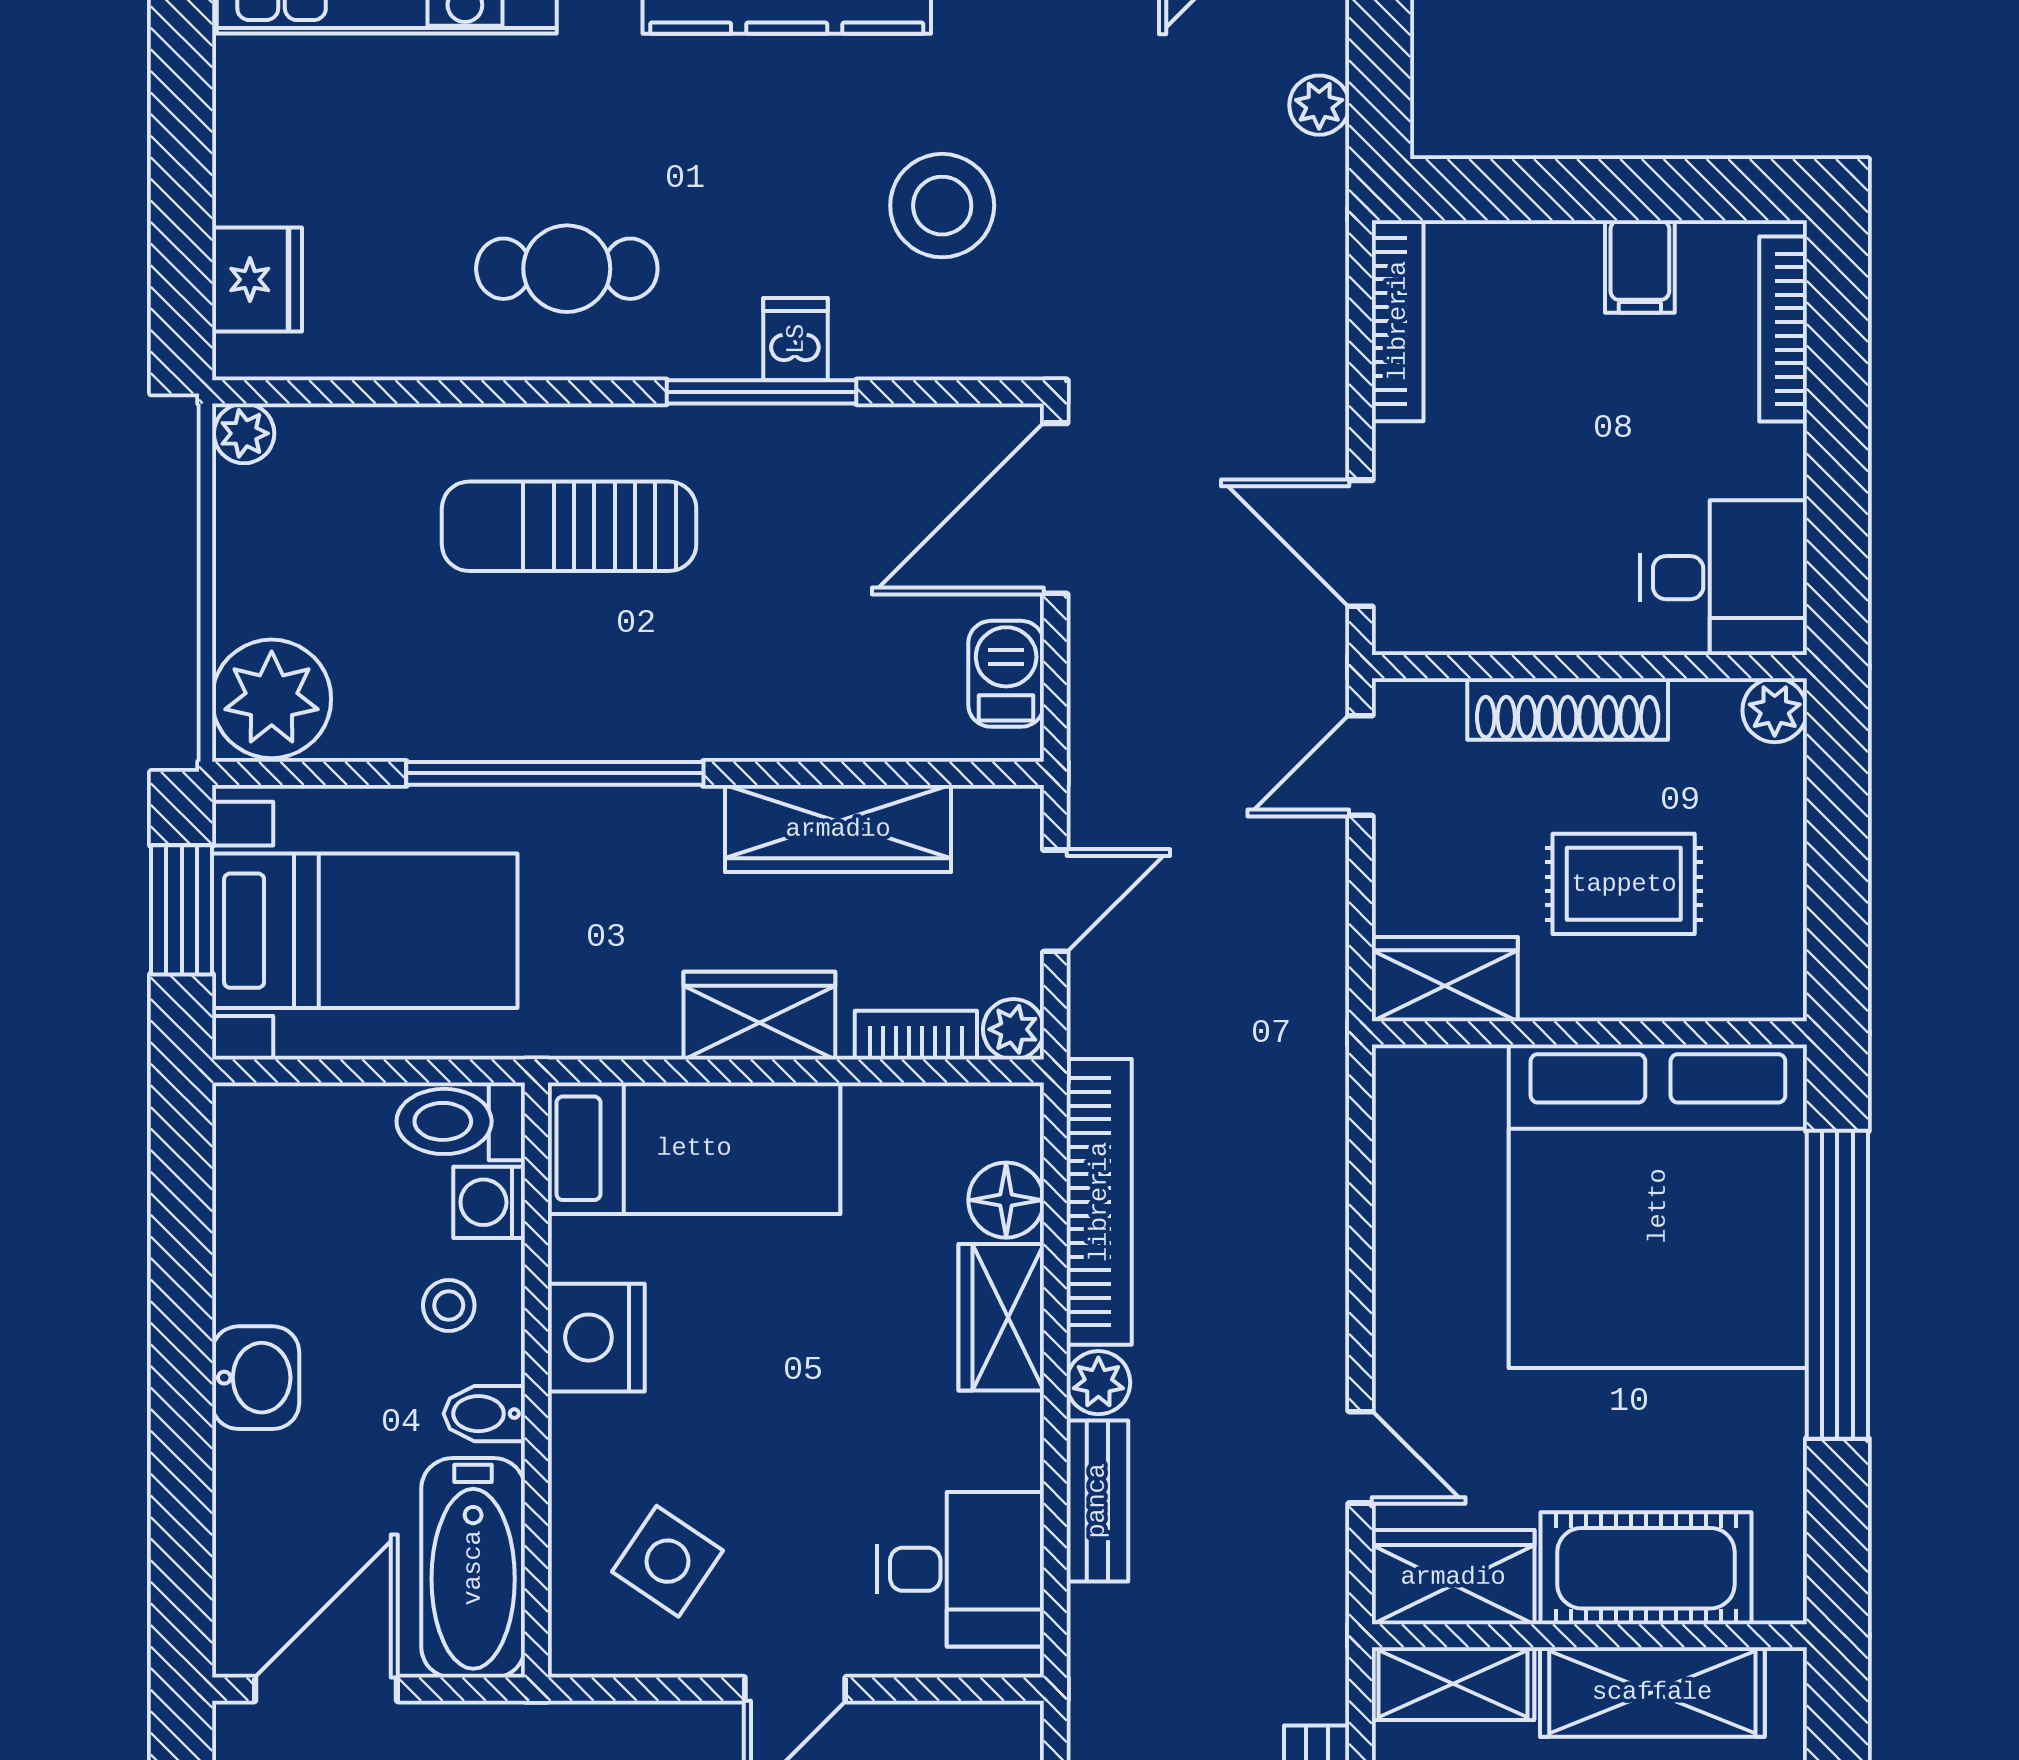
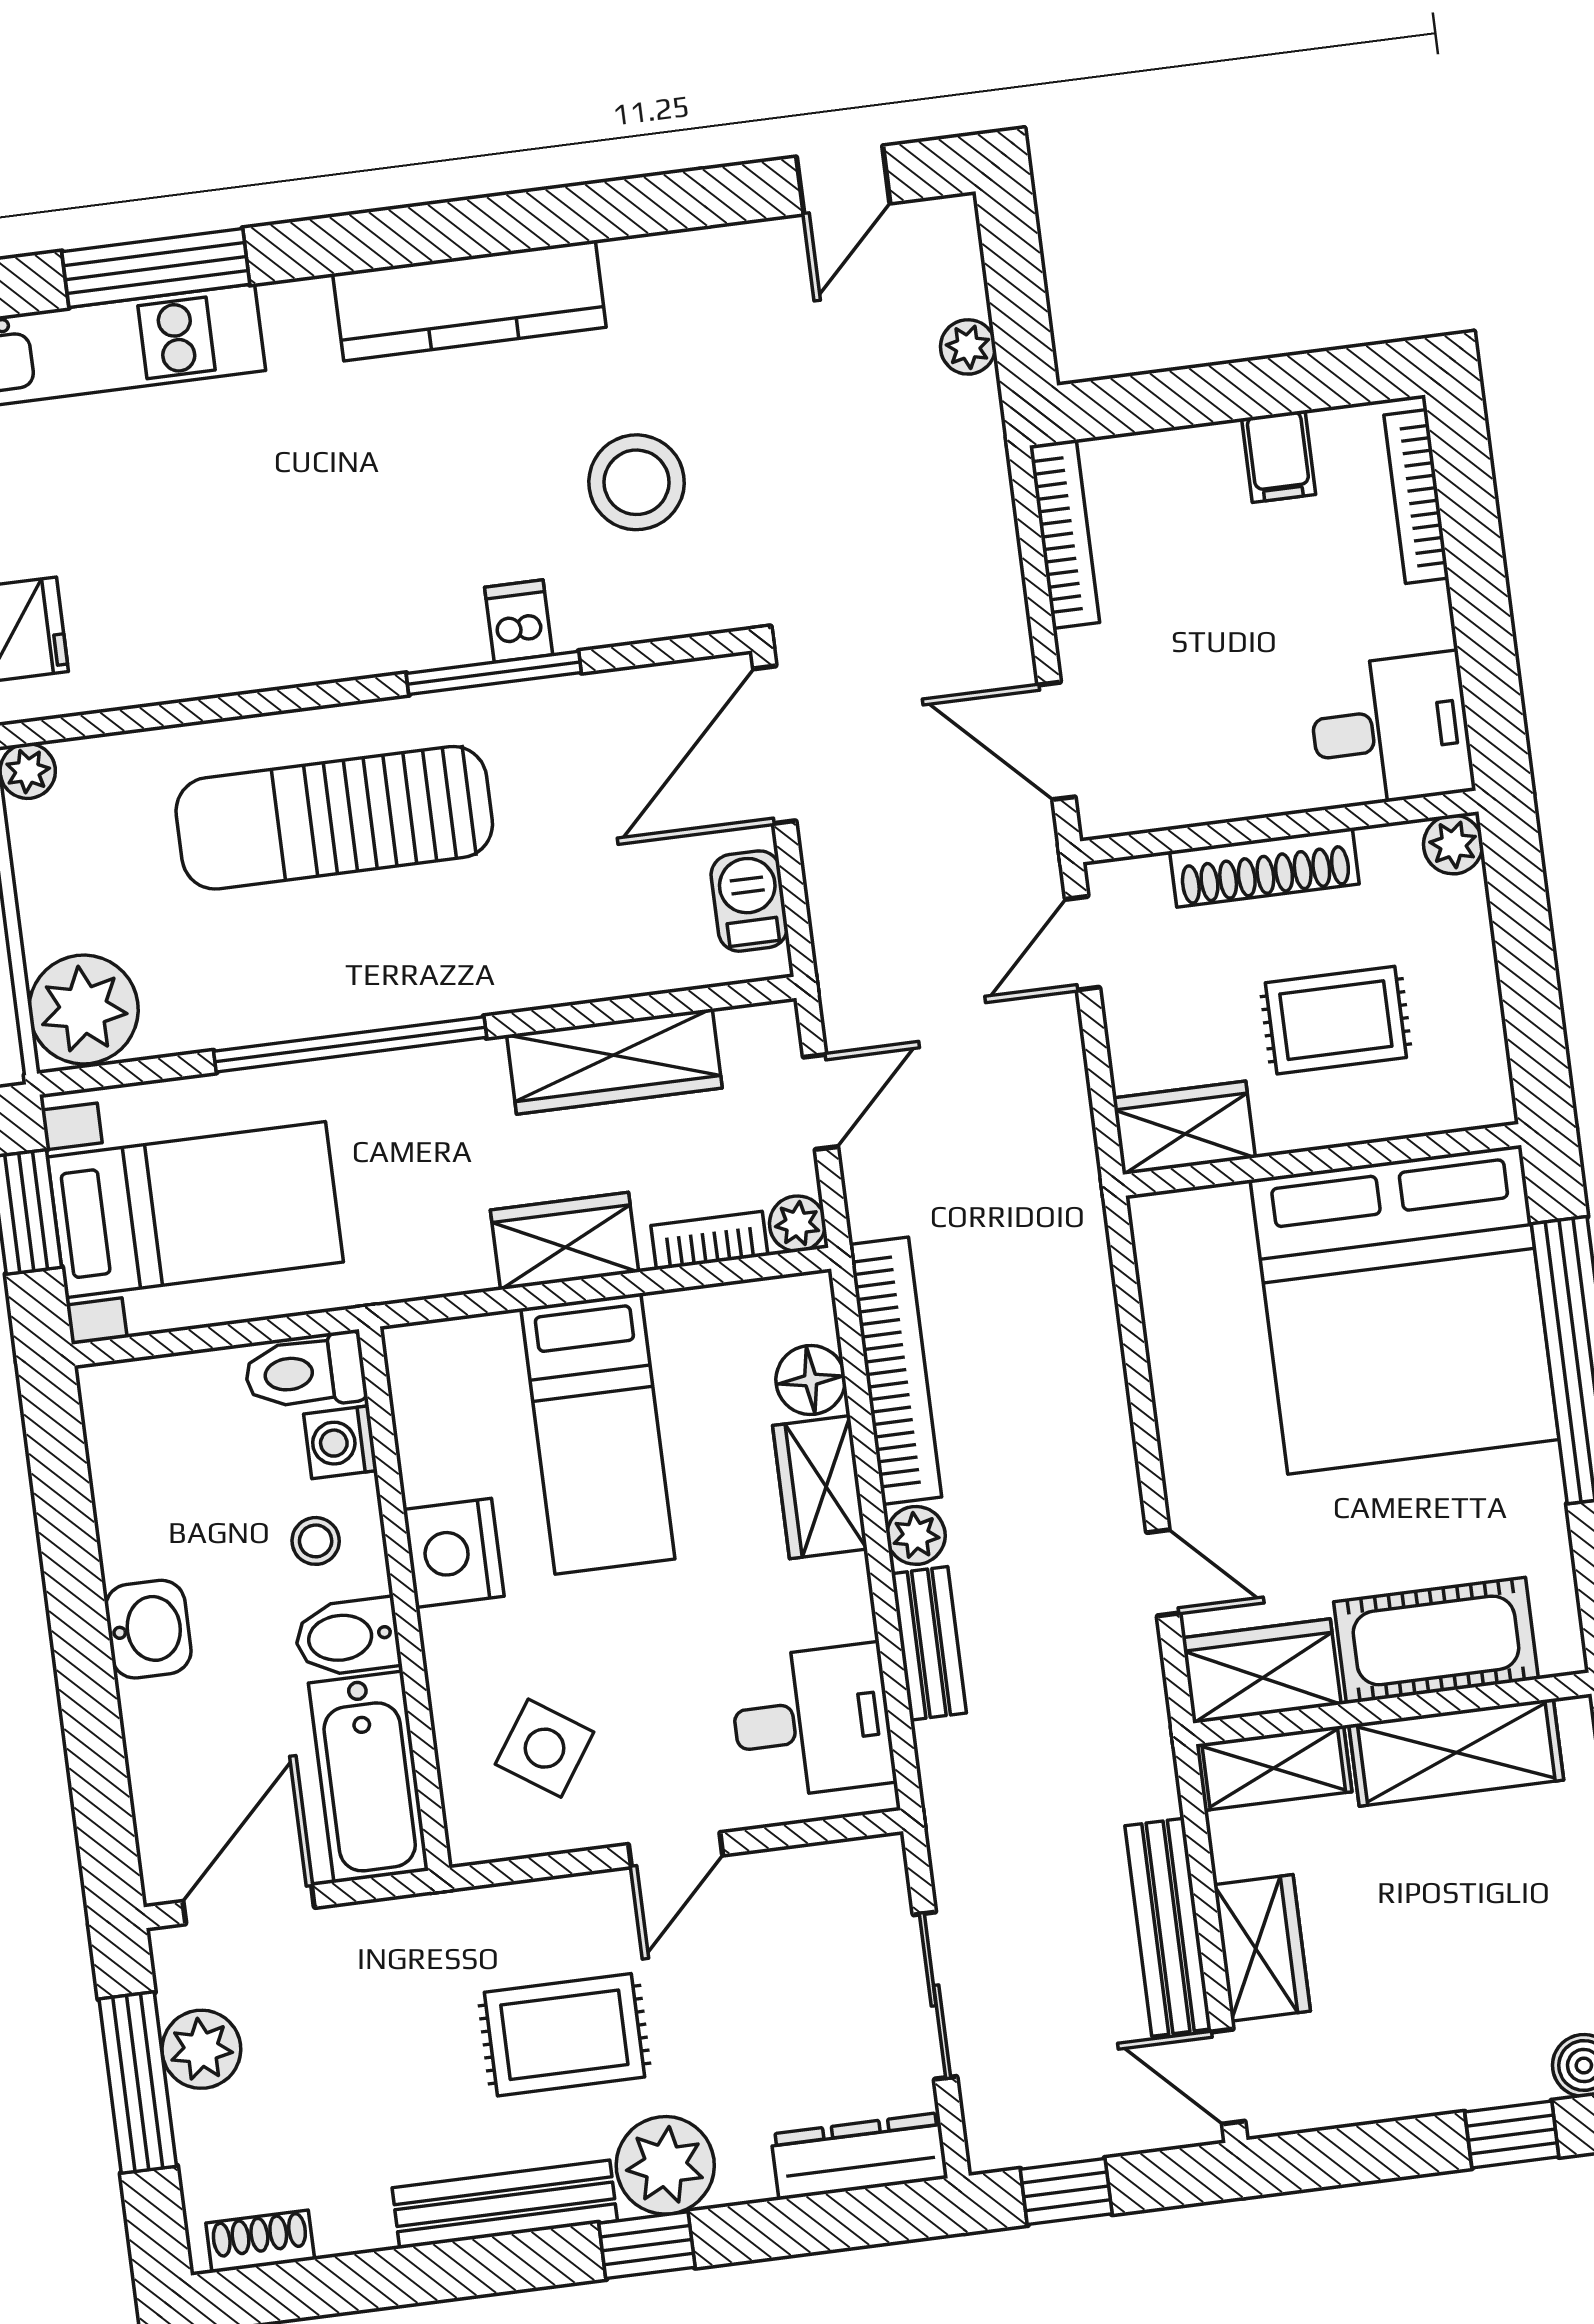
cafe table: (567, 269) -> (302, 583), removed
sun lounger: (569, 526) -> (334, 818), width x1.36, depth x1.34
bed: (694, 1148) -> (598, 1434), moved, turned 90
bidet: (484, 1414) -> (347, 1637), width x1.38, depth x1.36

